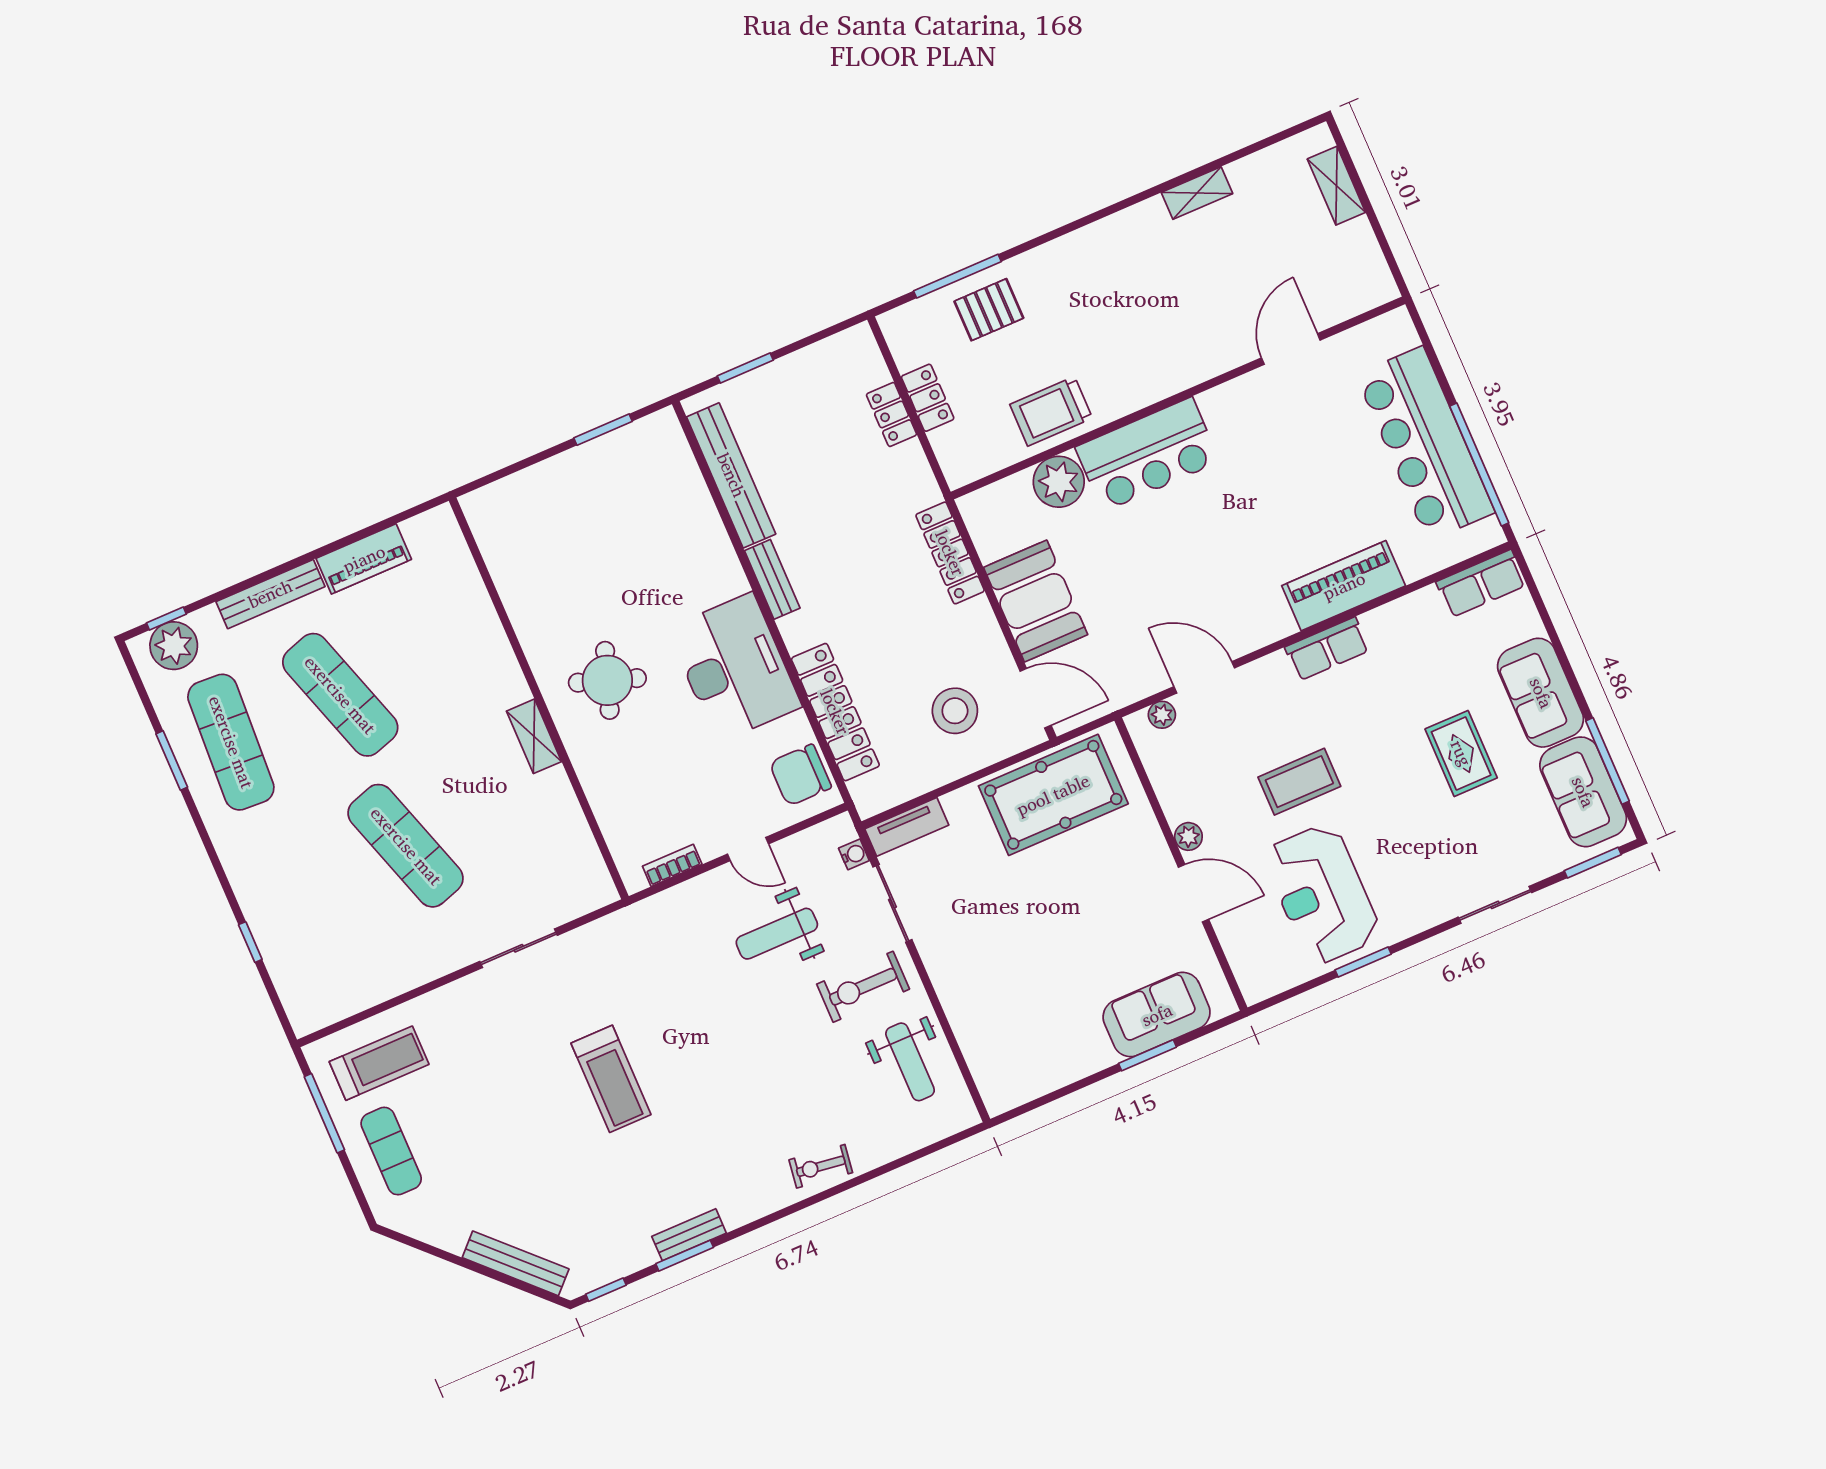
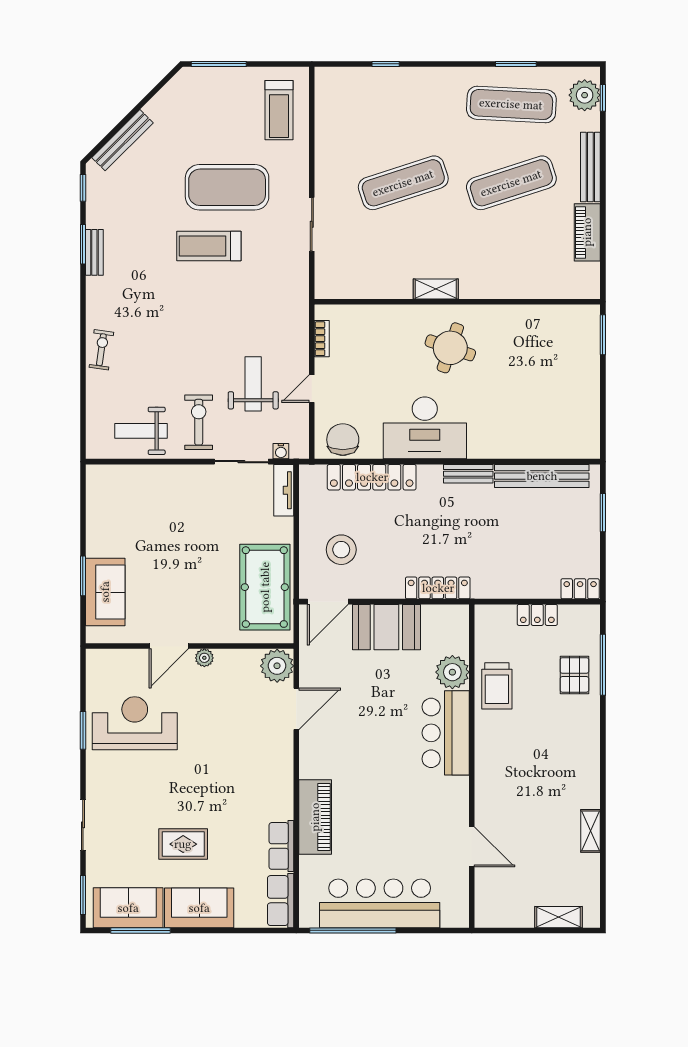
trolley: (1051, 411) -> (497, 686), turned 180
locker: (892, 414) -> (580, 589), moved
window: (603, 430) -> (603, 335), moved
row of seats: (1327, 649) -> (281, 846), moved
plant: (1162, 715) -> (277, 666), width x1.88, depth x1.88
coffee table: (1299, 782) -> (208, 739), removed
window: (324, 1113) -> (219, 64), moved
exercise mat: (391, 1151) -> (227, 187), moved, width x2.00, depth x1.45

